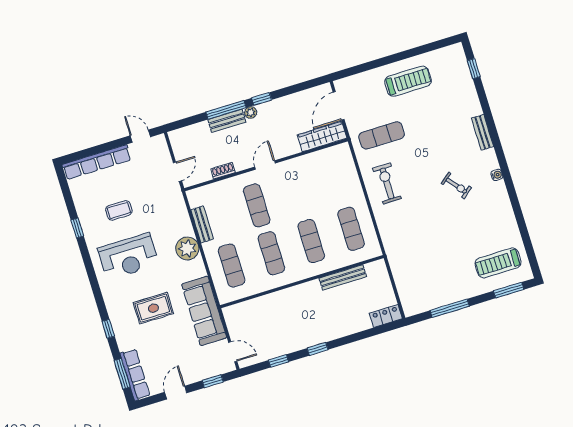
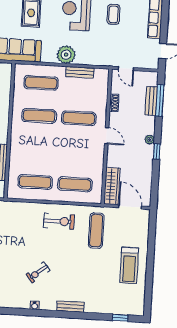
window: (226, 110) -> (160, 101), moved
bench: (227, 121) -> (151, 101), moved
exercise mat: (311, 241) -> (75, 184), moved

